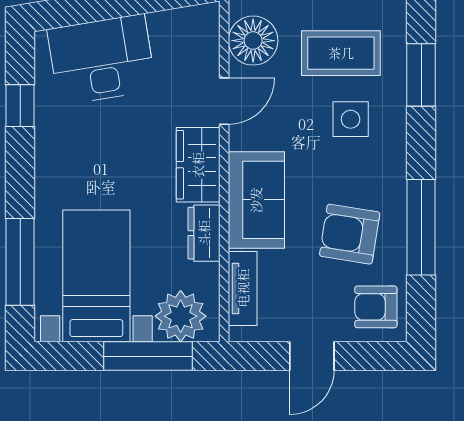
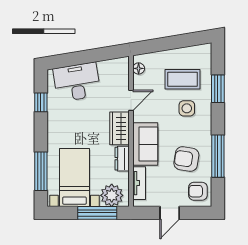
floor lamp: (253, 41) -> (139, 68), width x0.53, depth x0.53

